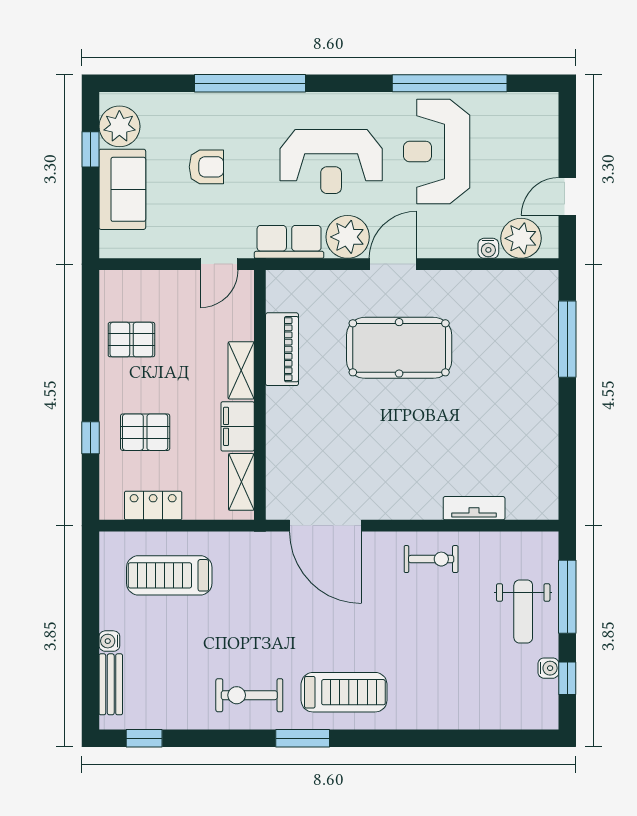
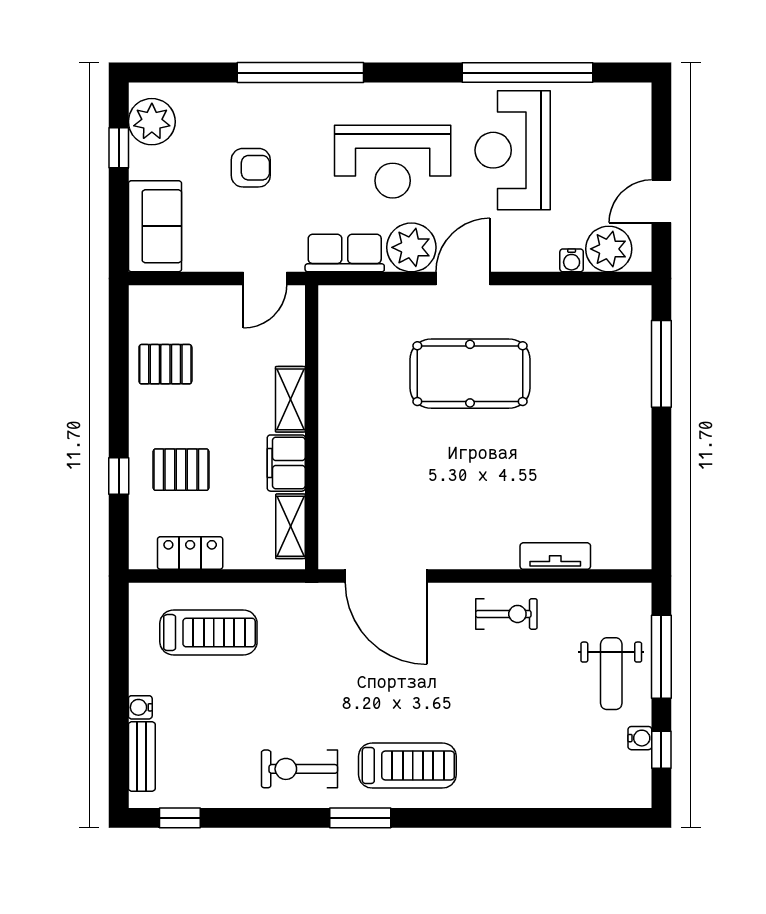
sofa: (122, 189) -> (155, 226), moved
piano: (282, 349) -> (337, 375), removed
treadmill: (169, 575) -> (208, 633), turned 180

